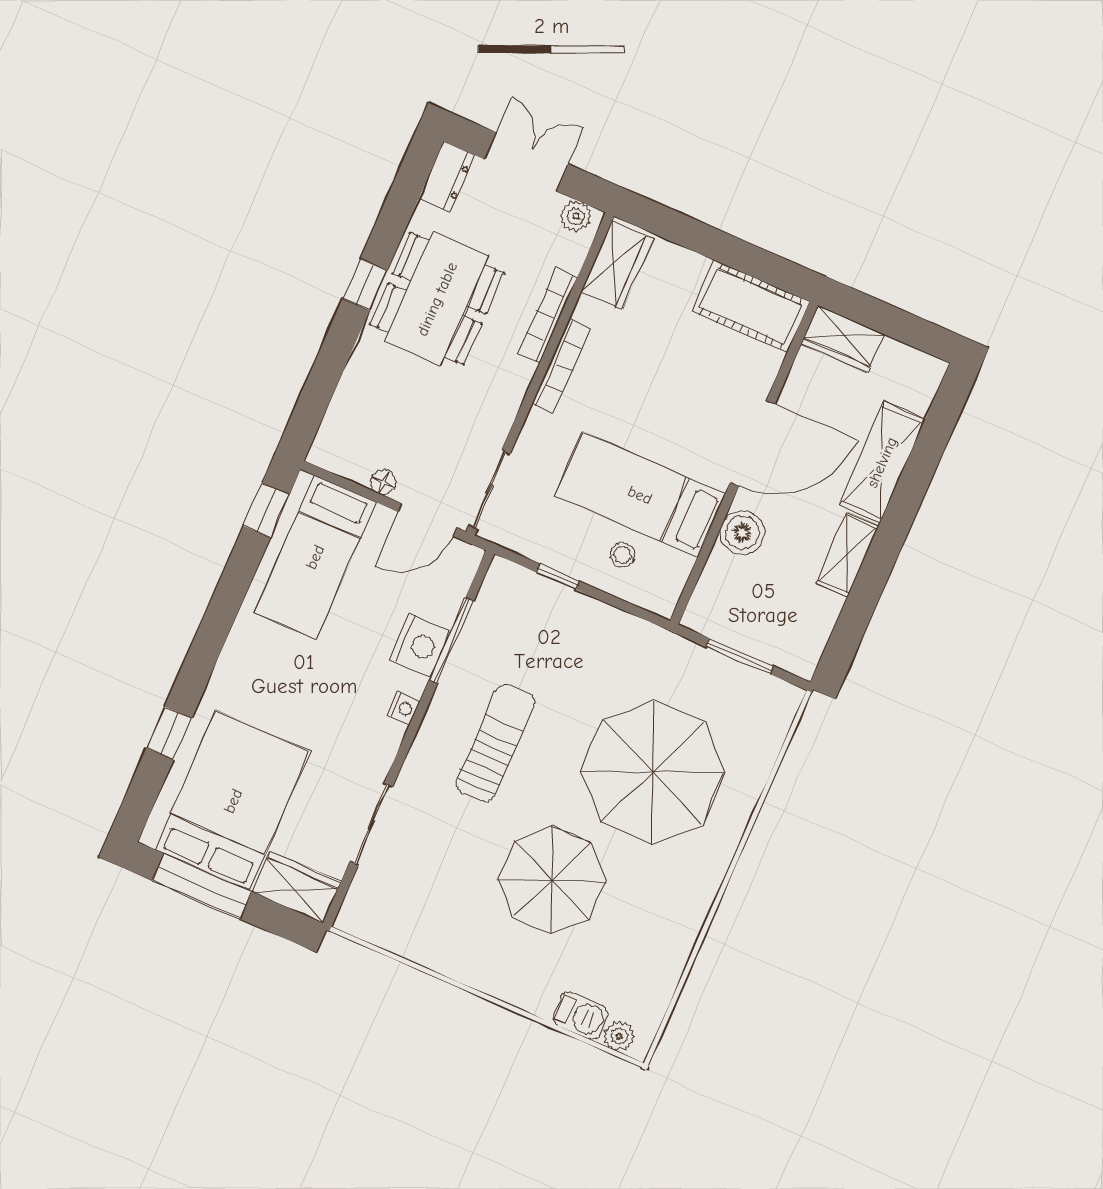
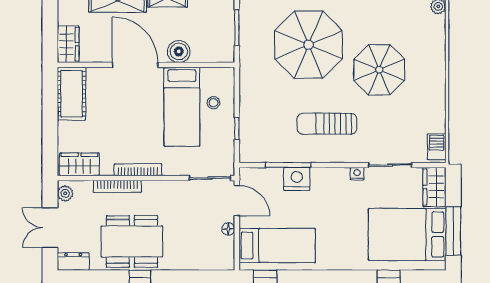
nightstand: (404, 708) -> (357, 174), moved
barbecue: (580, 1016) -> (437, 147), moved

